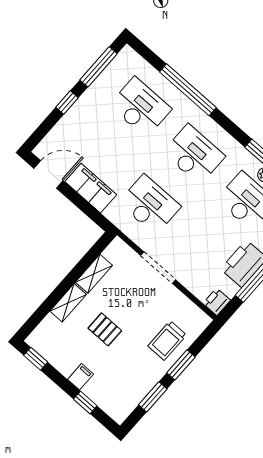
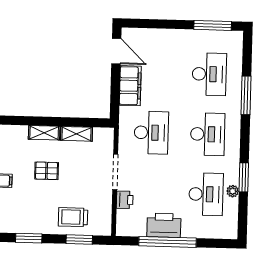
window: (188, 90) -> (246, 95), width x0.68
window: (67, 103) -> (173, 24), removed
printer: (217, 302) -> (125, 200), moved, turned 90
pallet: (105, 329) -> (47, 171), turned 90
window: (181, 365) -> (79, 239), moved

